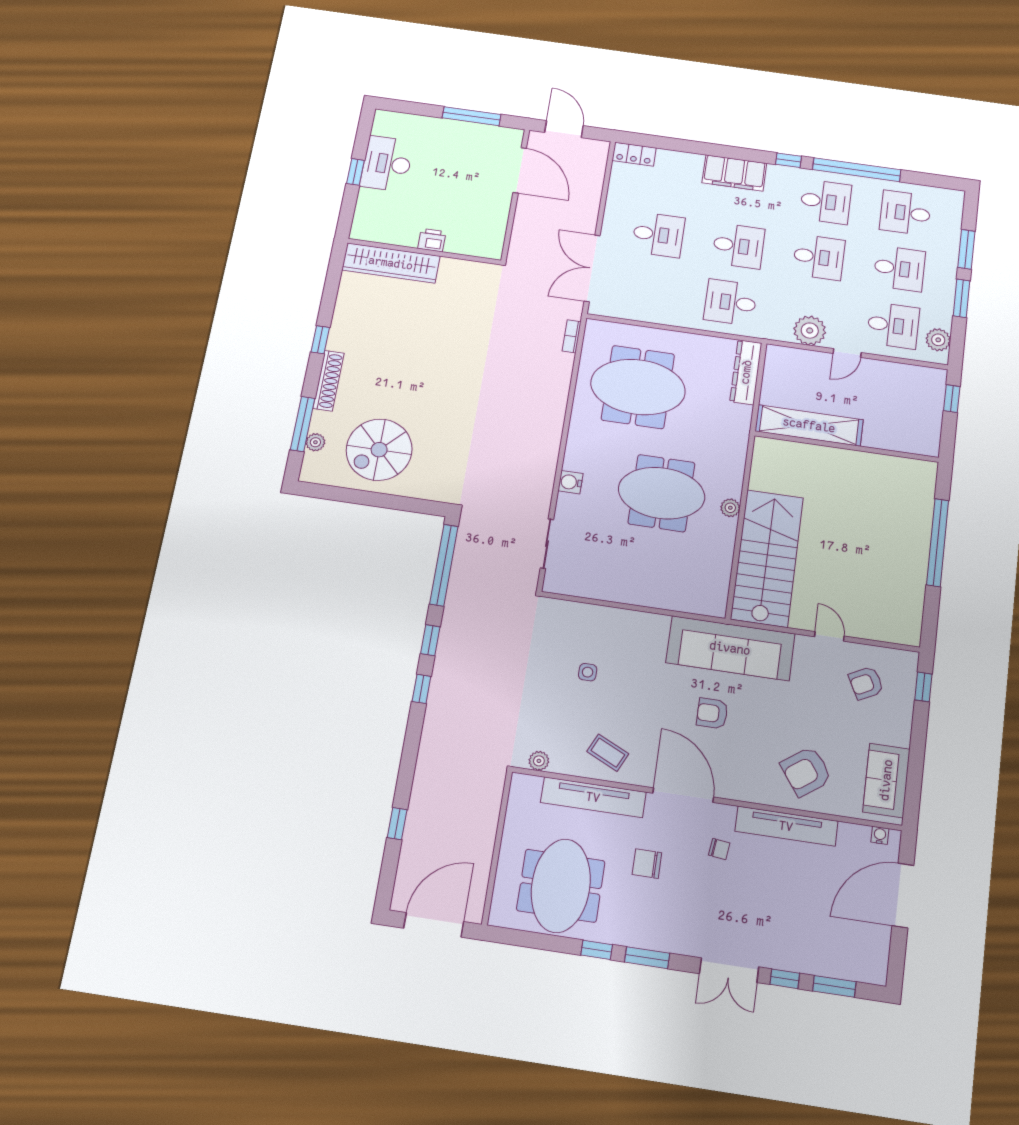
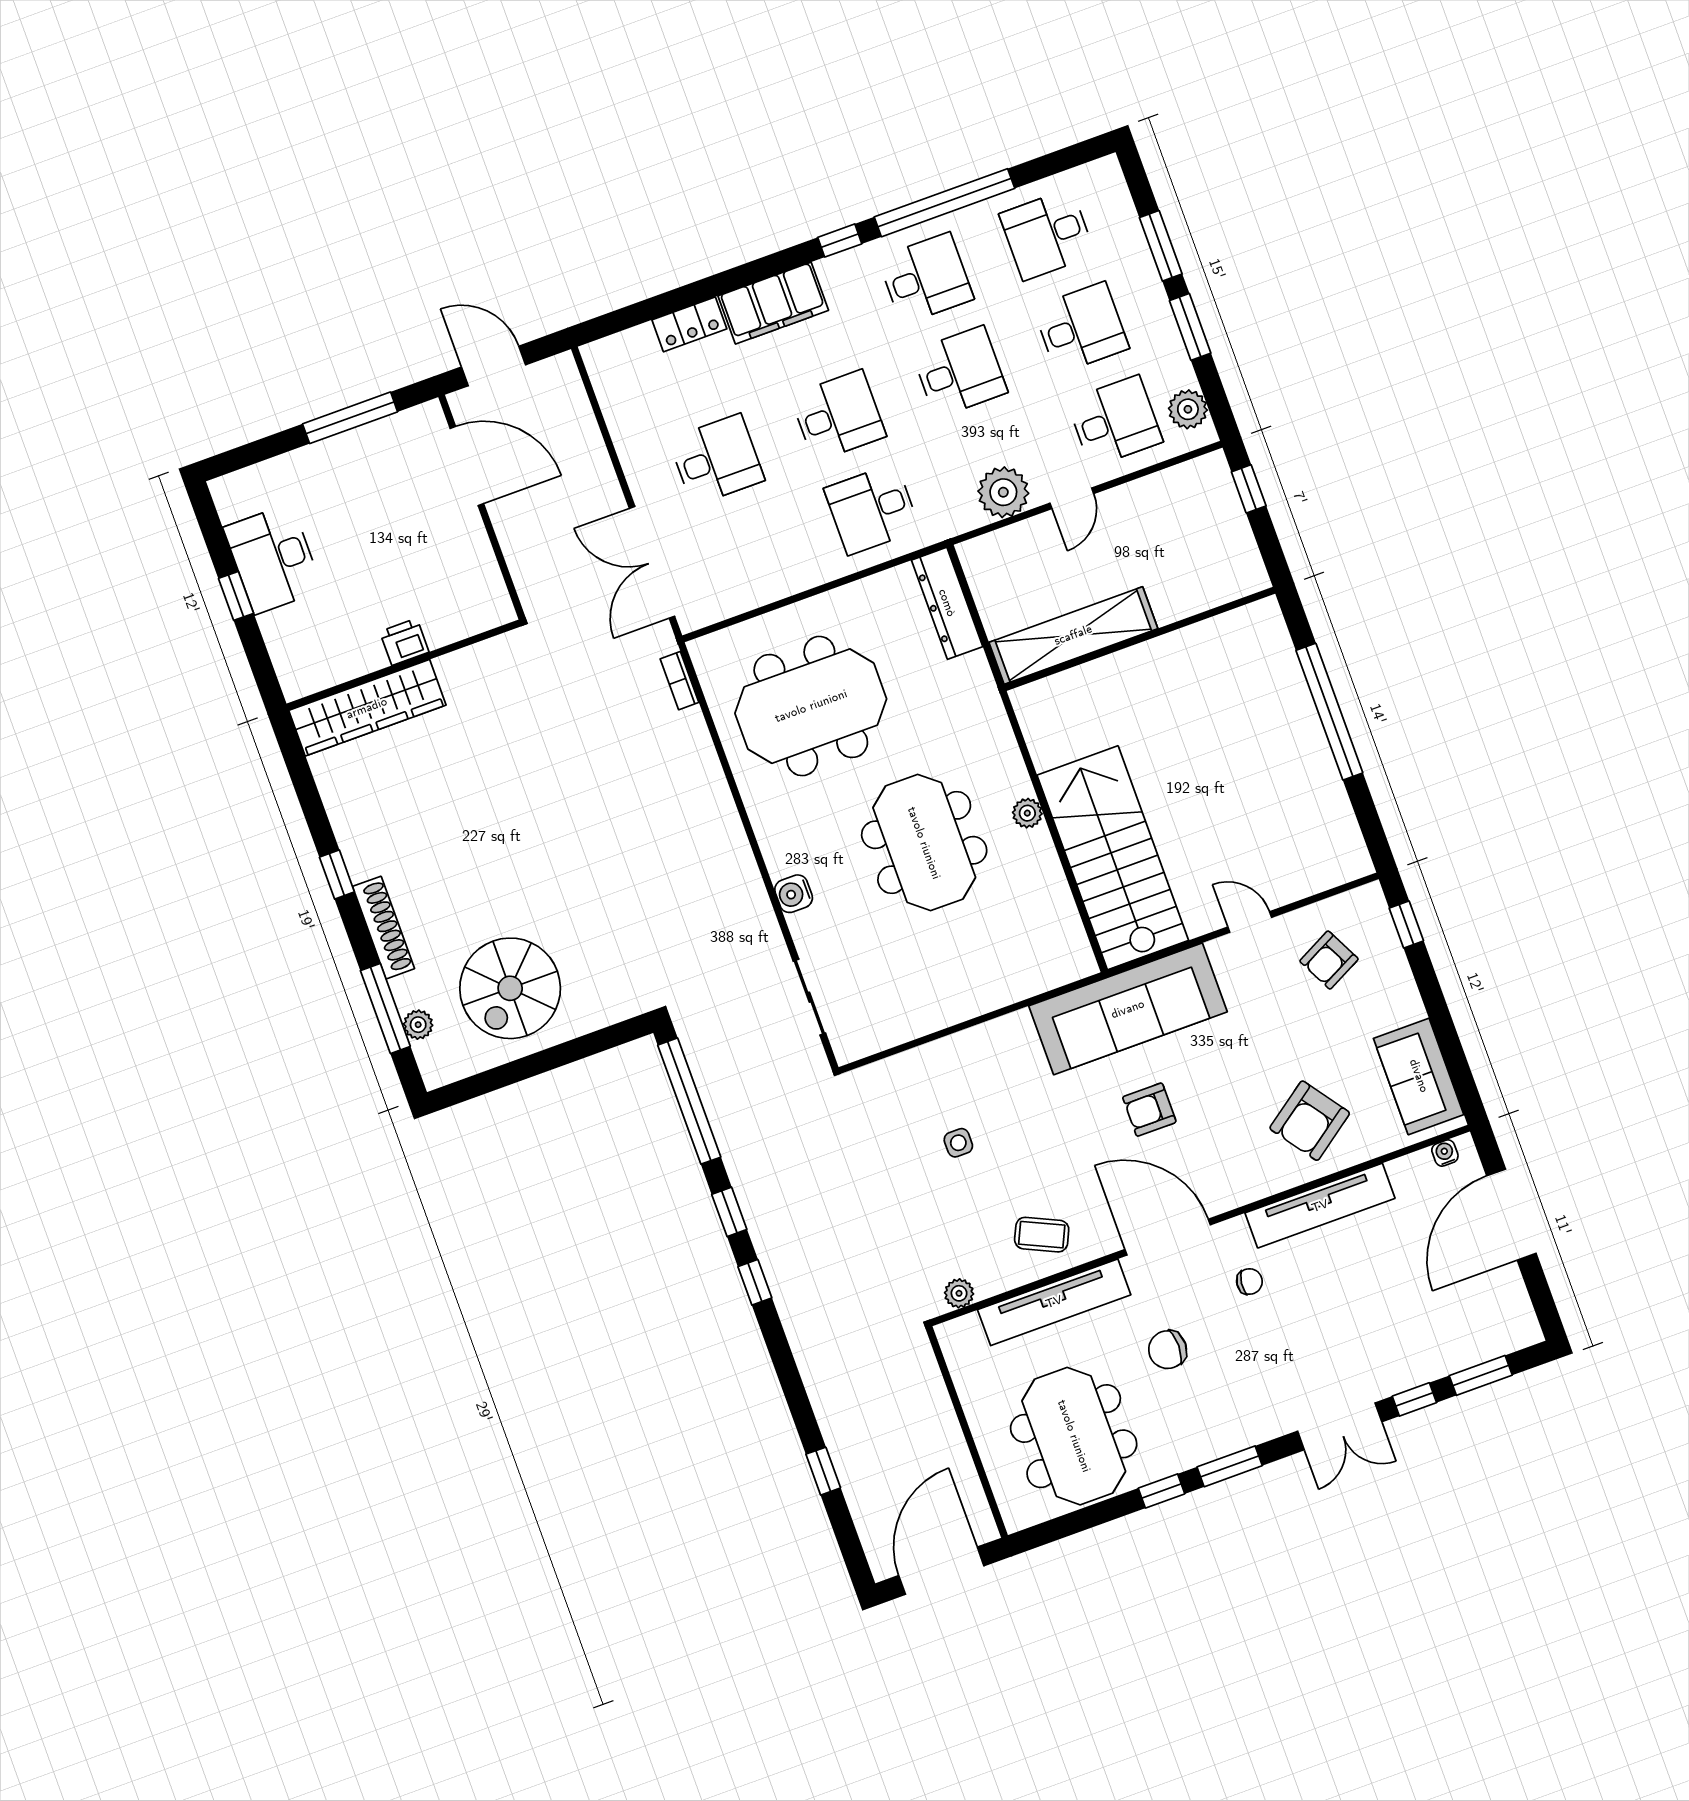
locker: (634, 154) -> (689, 324), moved
meeting table: (662, 493) -> (924, 843), turned 90

